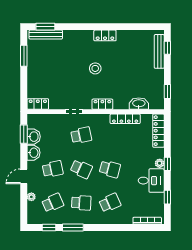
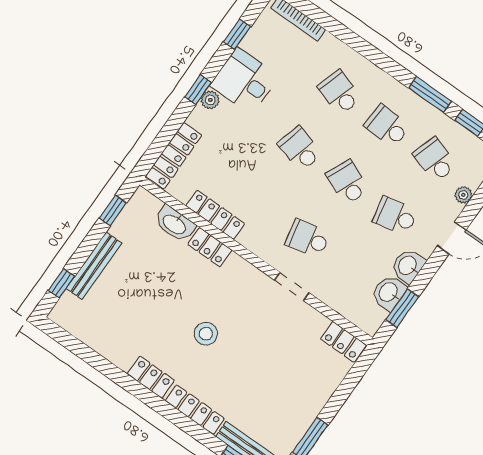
locker: (78, 35) -> (195, 410), added
bench: (159, 51) -> (94, 266), moved
locker: (102, 104) -> (210, 247), moved
school desk: (53, 203) -> (435, 160), turned 42
school desk: (110, 203) -> (339, 93), turned 42

